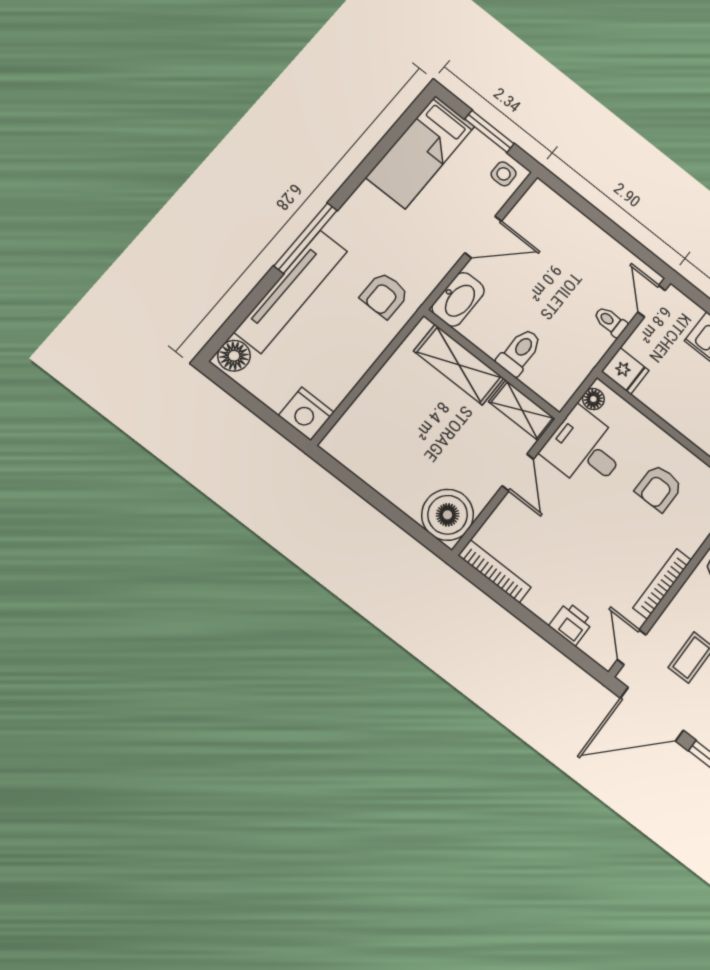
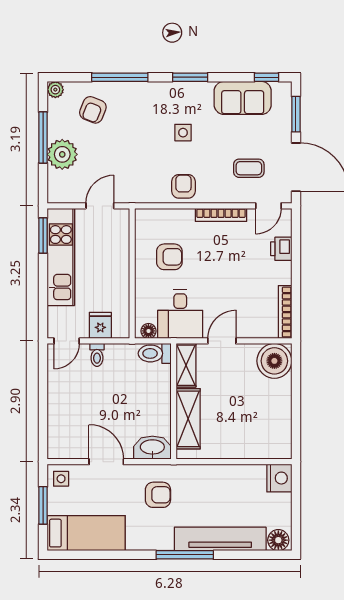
armchair: (385, 295) -> (158, 495), moved
toilet: (520, 352) -> (155, 353), moved
fridge: (625, 371) -> (100, 325), moved

